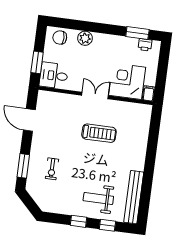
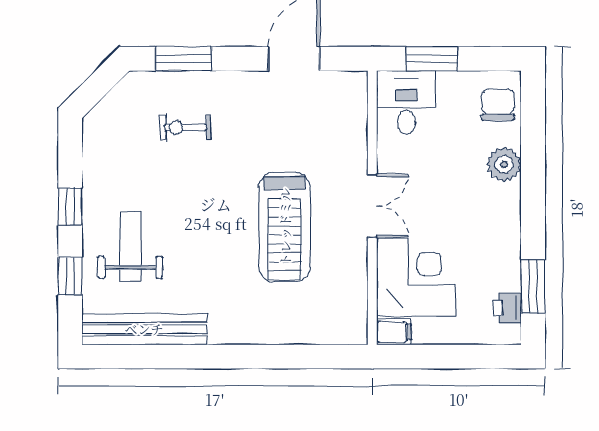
treadmill: (99, 133) -> (285, 227), width x1.37, depth x1.38

